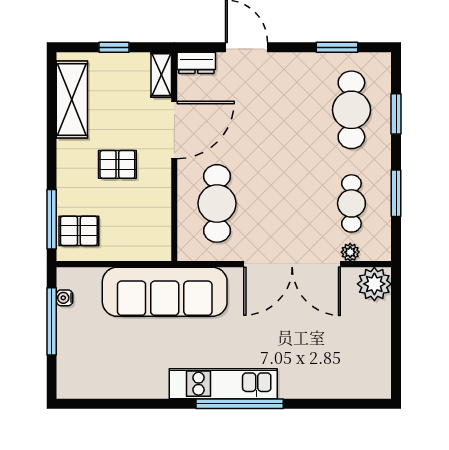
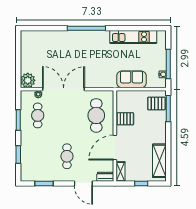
cafe table: (351, 110) -> (67, 156), moved, width x0.73, depth x0.74
pallet: (117, 164) -> (125, 119), moved
sofa: (165, 292) -> (132, 79), width x0.54, depth x0.79
kitchen unit: (223, 384) -> (133, 37), moved

